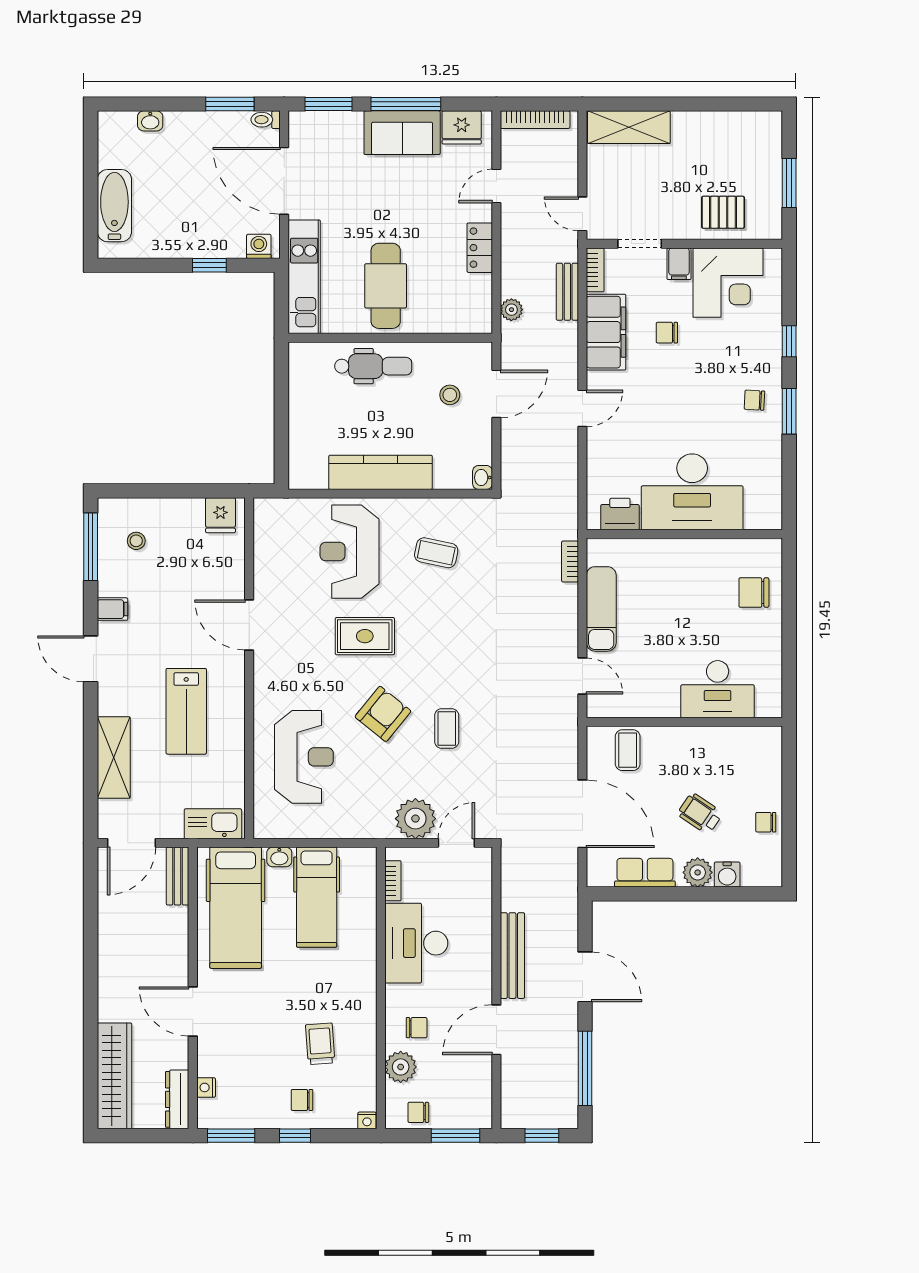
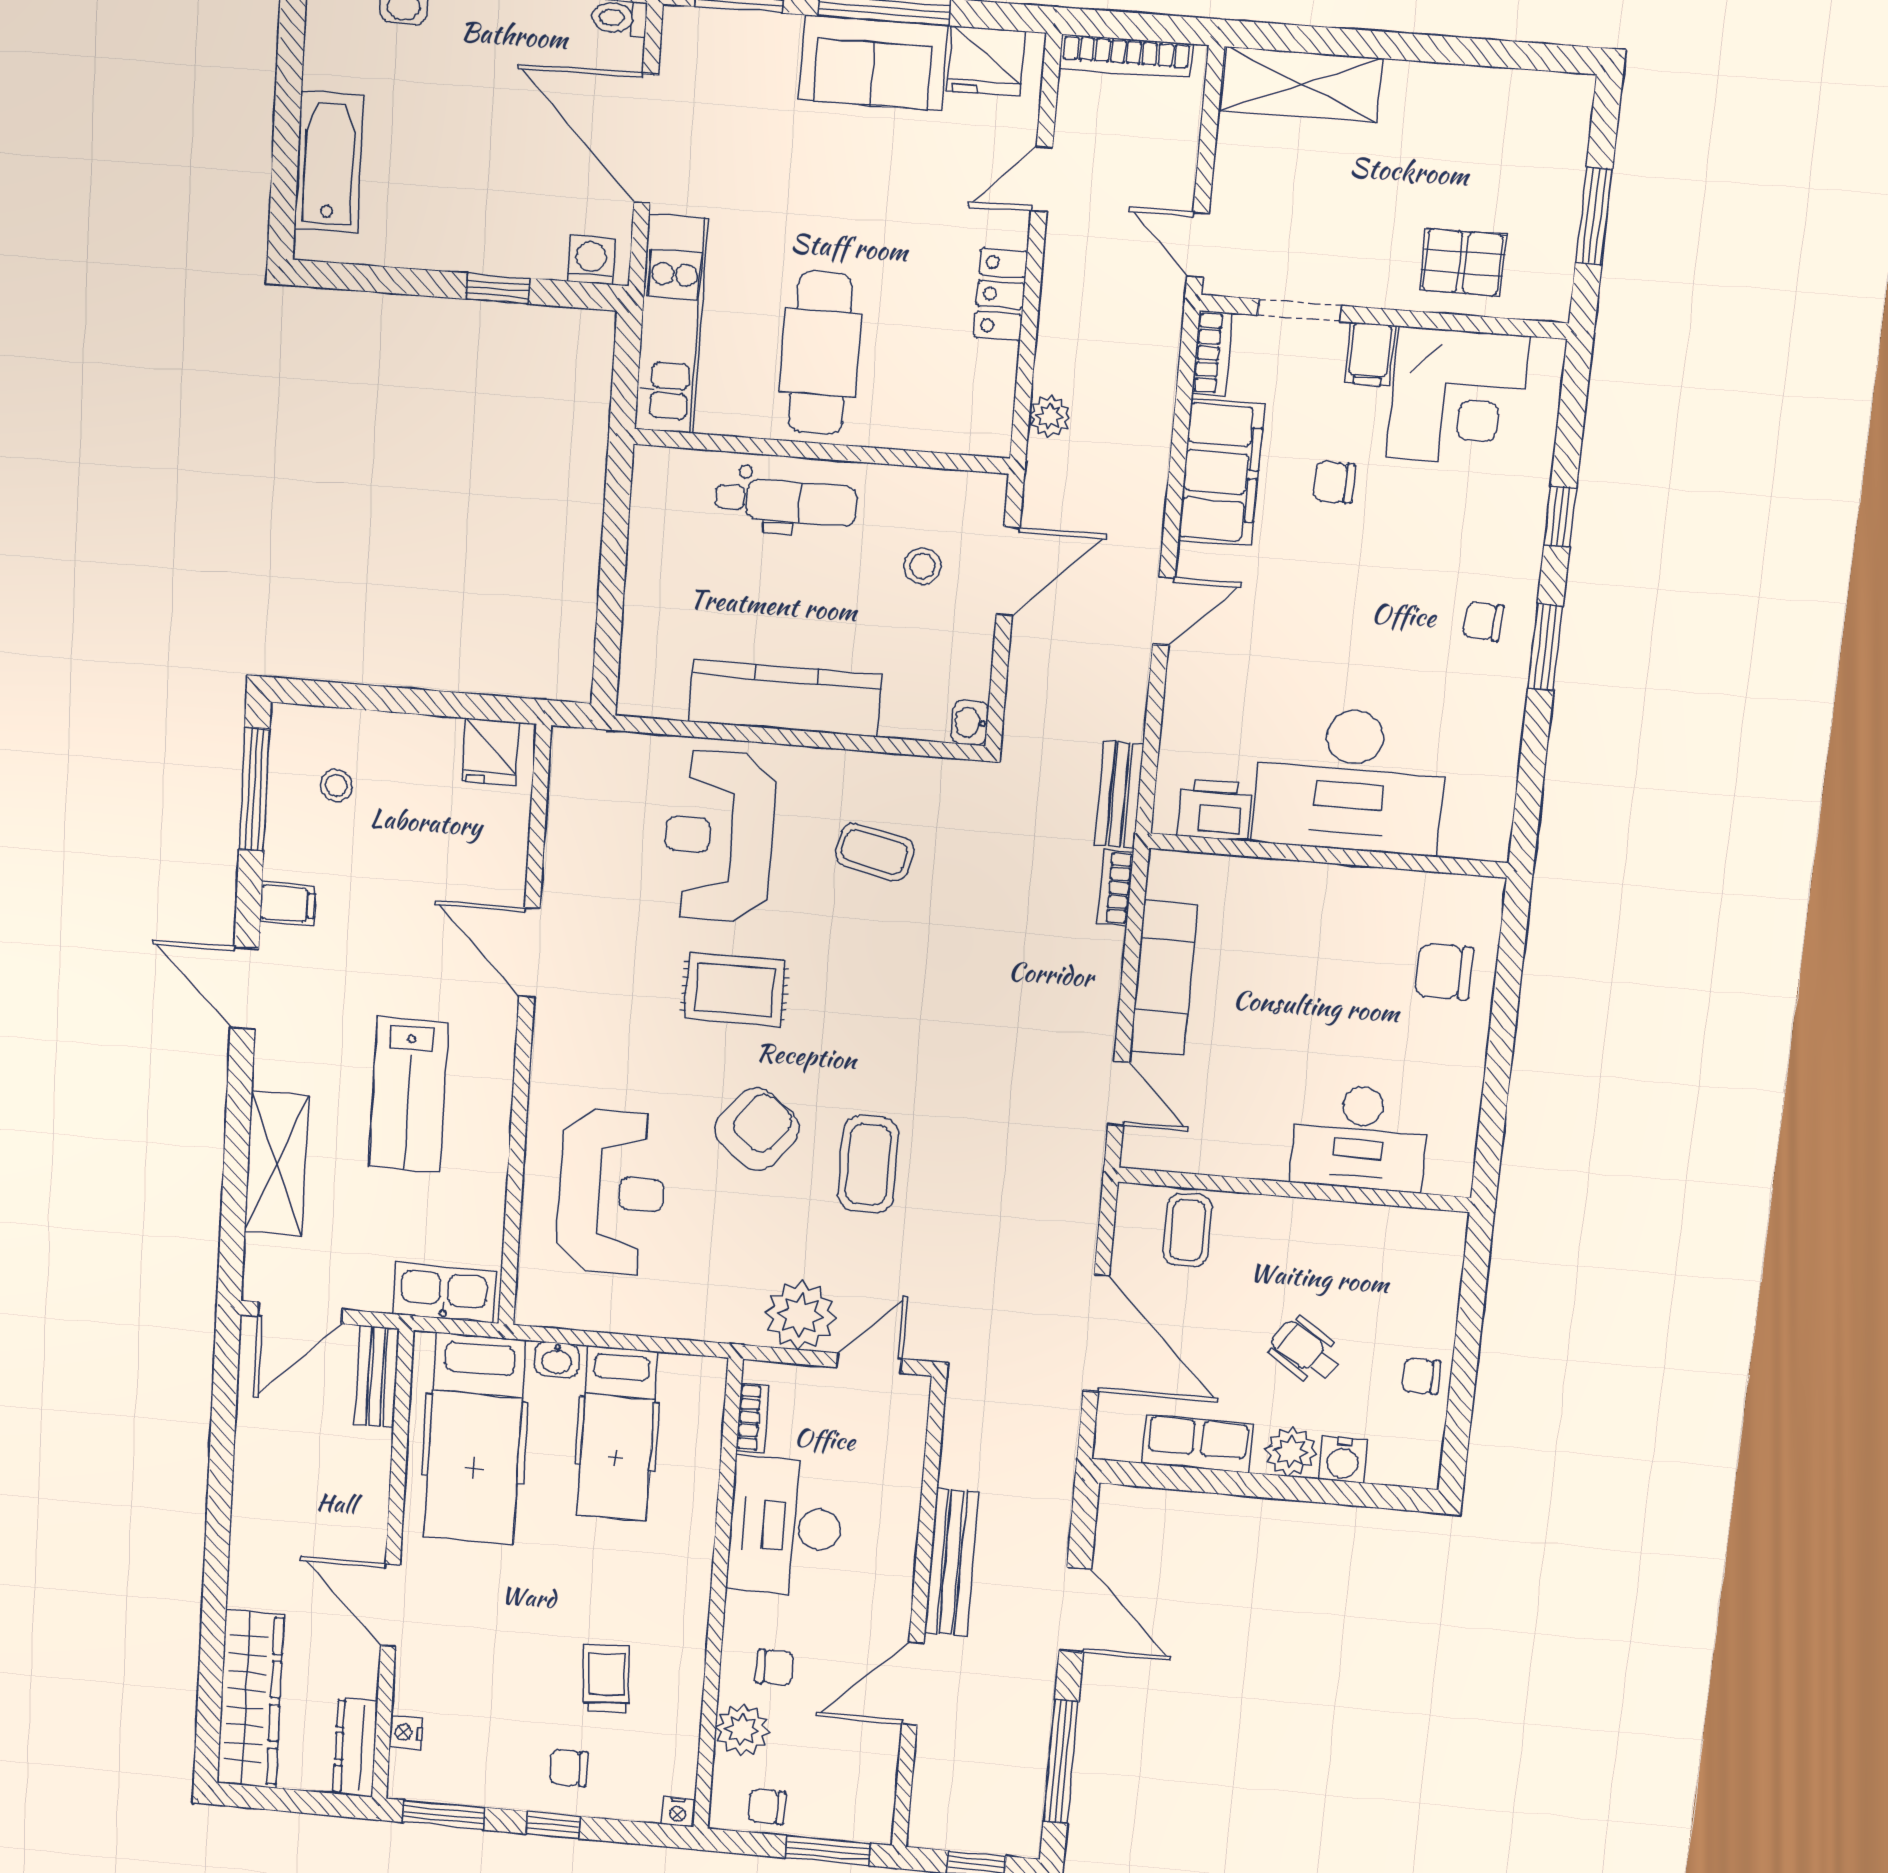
bench: (567, 292) -> (1119, 794), moved
coffee table: (447, 729) -> (868, 1164), width x1.36, depth x1.30

